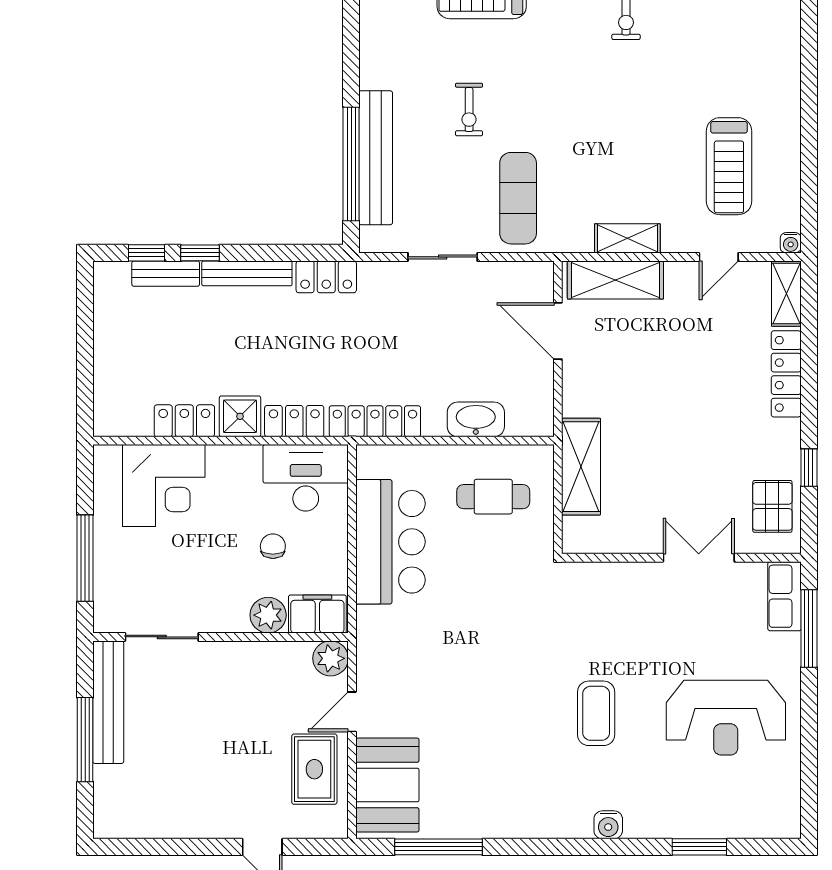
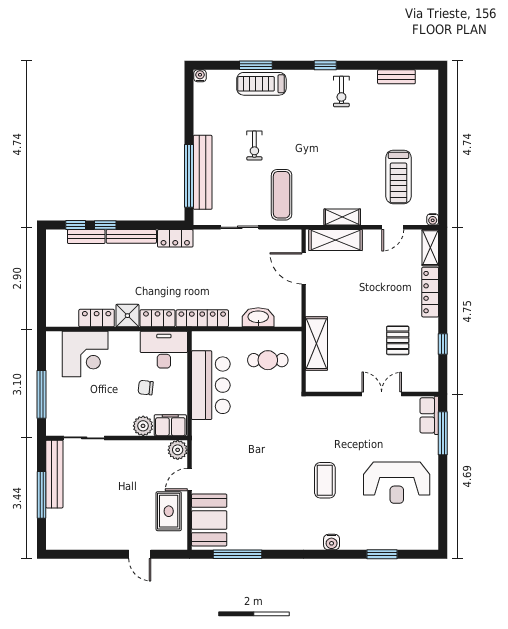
pallet: (772, 506) -> (398, 340), moved
chair: (273, 546) -> (146, 388), turned -84

